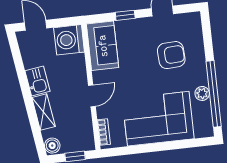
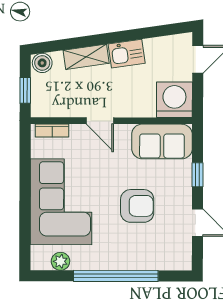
armchair: (171, 55) -> (137, 206), moved, turned -87
plant: (202, 93) -> (60, 261), moved
window: (214, 94) -> (116, 276), moved

